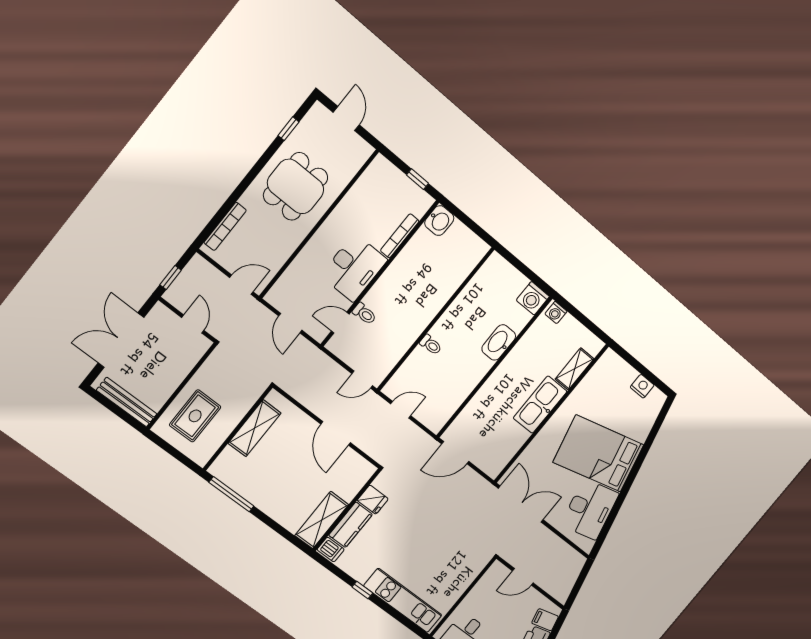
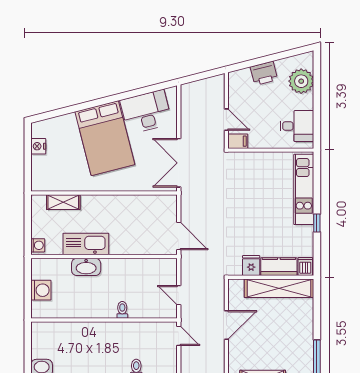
washing machine: (533, 298) -> (41, 290), moved
kitchen sink: (540, 405) -> (86, 244), moved, turned 180
shelving: (322, 520) -> (279, 288), width x1.47
filing cabinet: (545, 620) -> (238, 141), moved, turned -76

